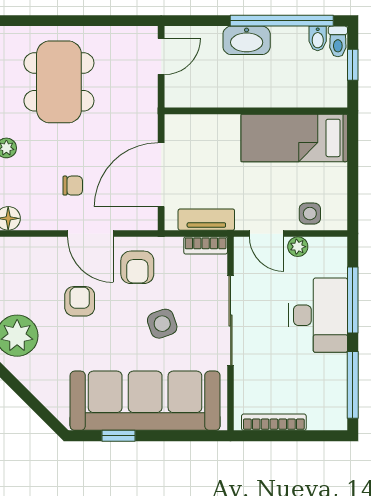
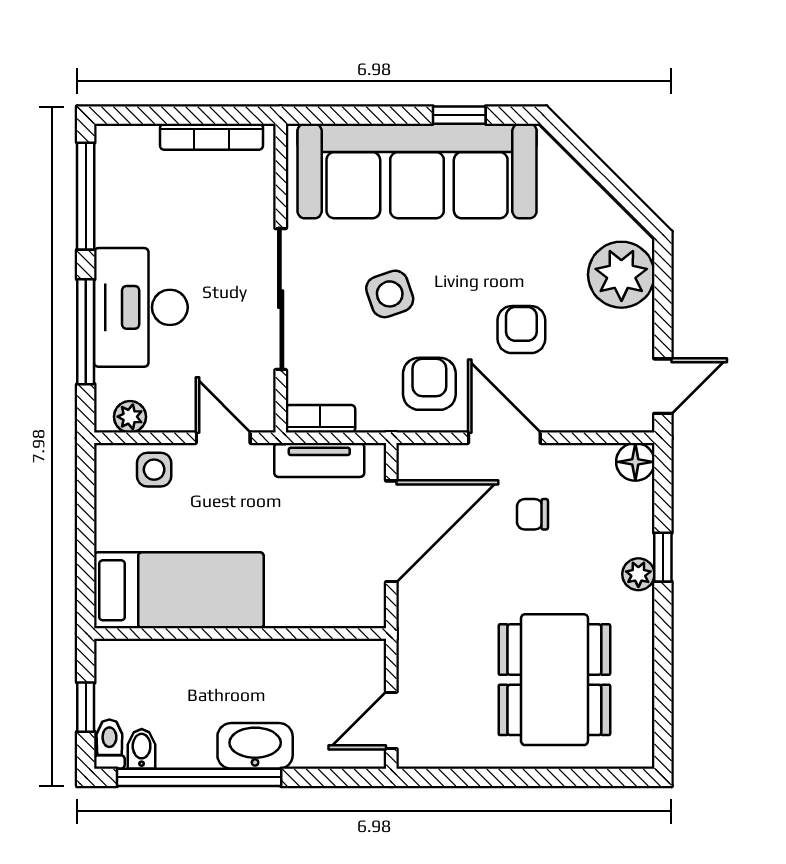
plant: (298, 247) -> (130, 417), moved
armchair: (80, 301) -> (521, 330), turned 180

